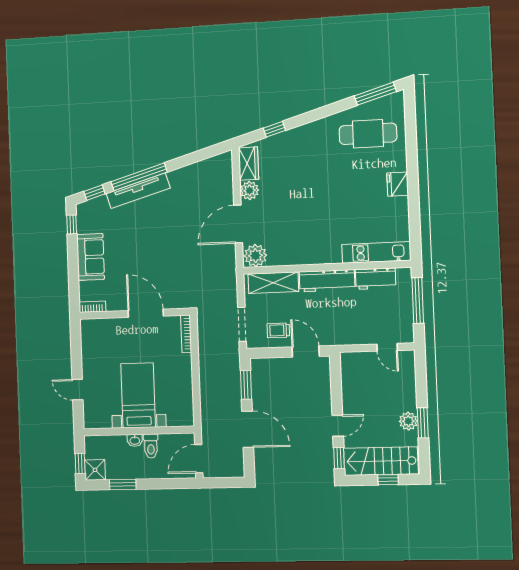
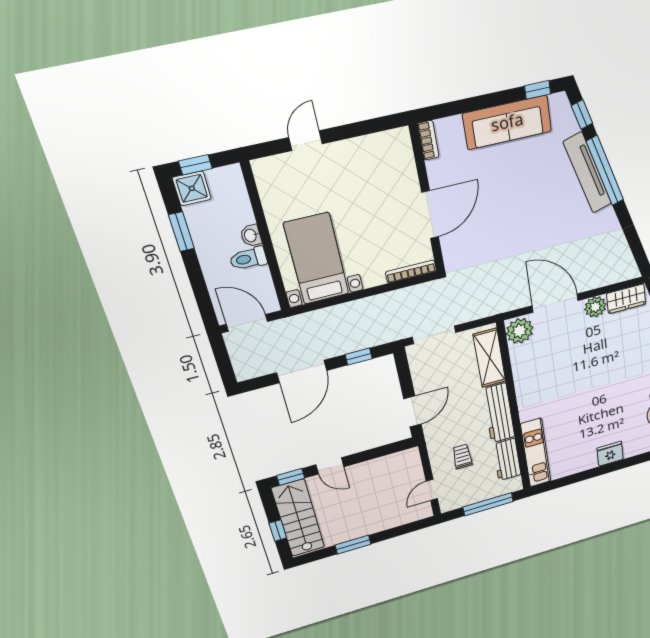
sofa: (91, 257) -> (507, 122), width x1.36
trolley: (278, 330) -> (462, 456), moved
window: (246, 385) -> (359, 357), width x0.67
bed with nightstands: (138, 395) -> (317, 259), moved, turned -90
plant: (408, 421) -> (352, 531), removed

